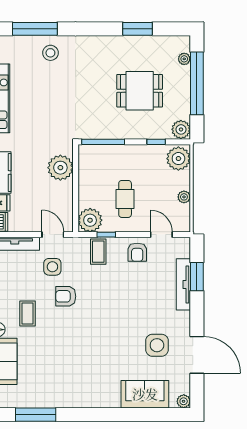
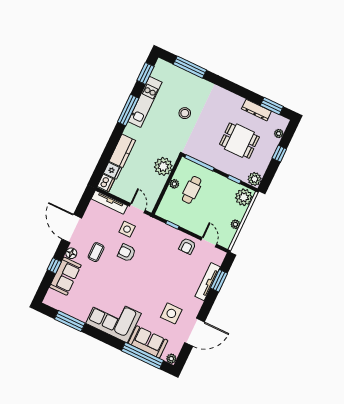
window: (138, 29) -> (272, 106), moved
dresser: (143, 43) -> (256, 110), added
stool: (50, 53) -> (185, 113), moved
window: (197, 83) -> (279, 154), width x0.32
cafe table: (125, 199) -> (192, 190), moved
plant: (90, 220) -> (174, 184), moved, width x0.53, depth x0.53
coffee table: (98, 252) -> (162, 233), removed
door: (197, 355) -> (195, 332), hinge flipped
corner sofa: (88, 385) -> (113, 318), added
window: (146, 415) -> (142, 356), added

